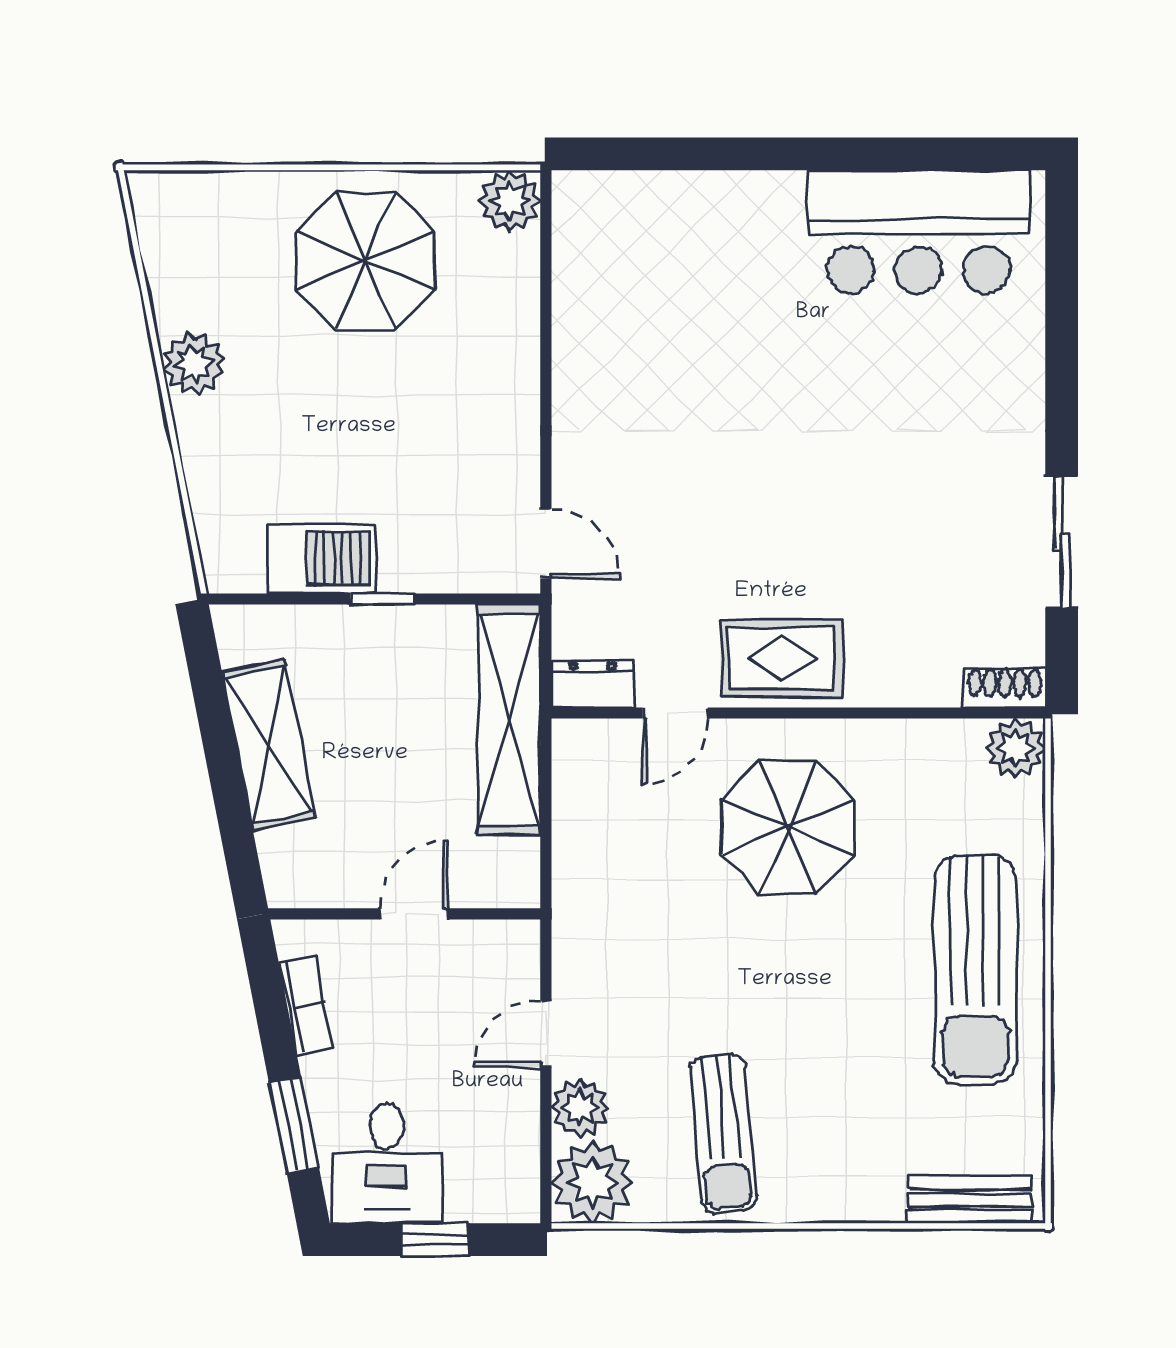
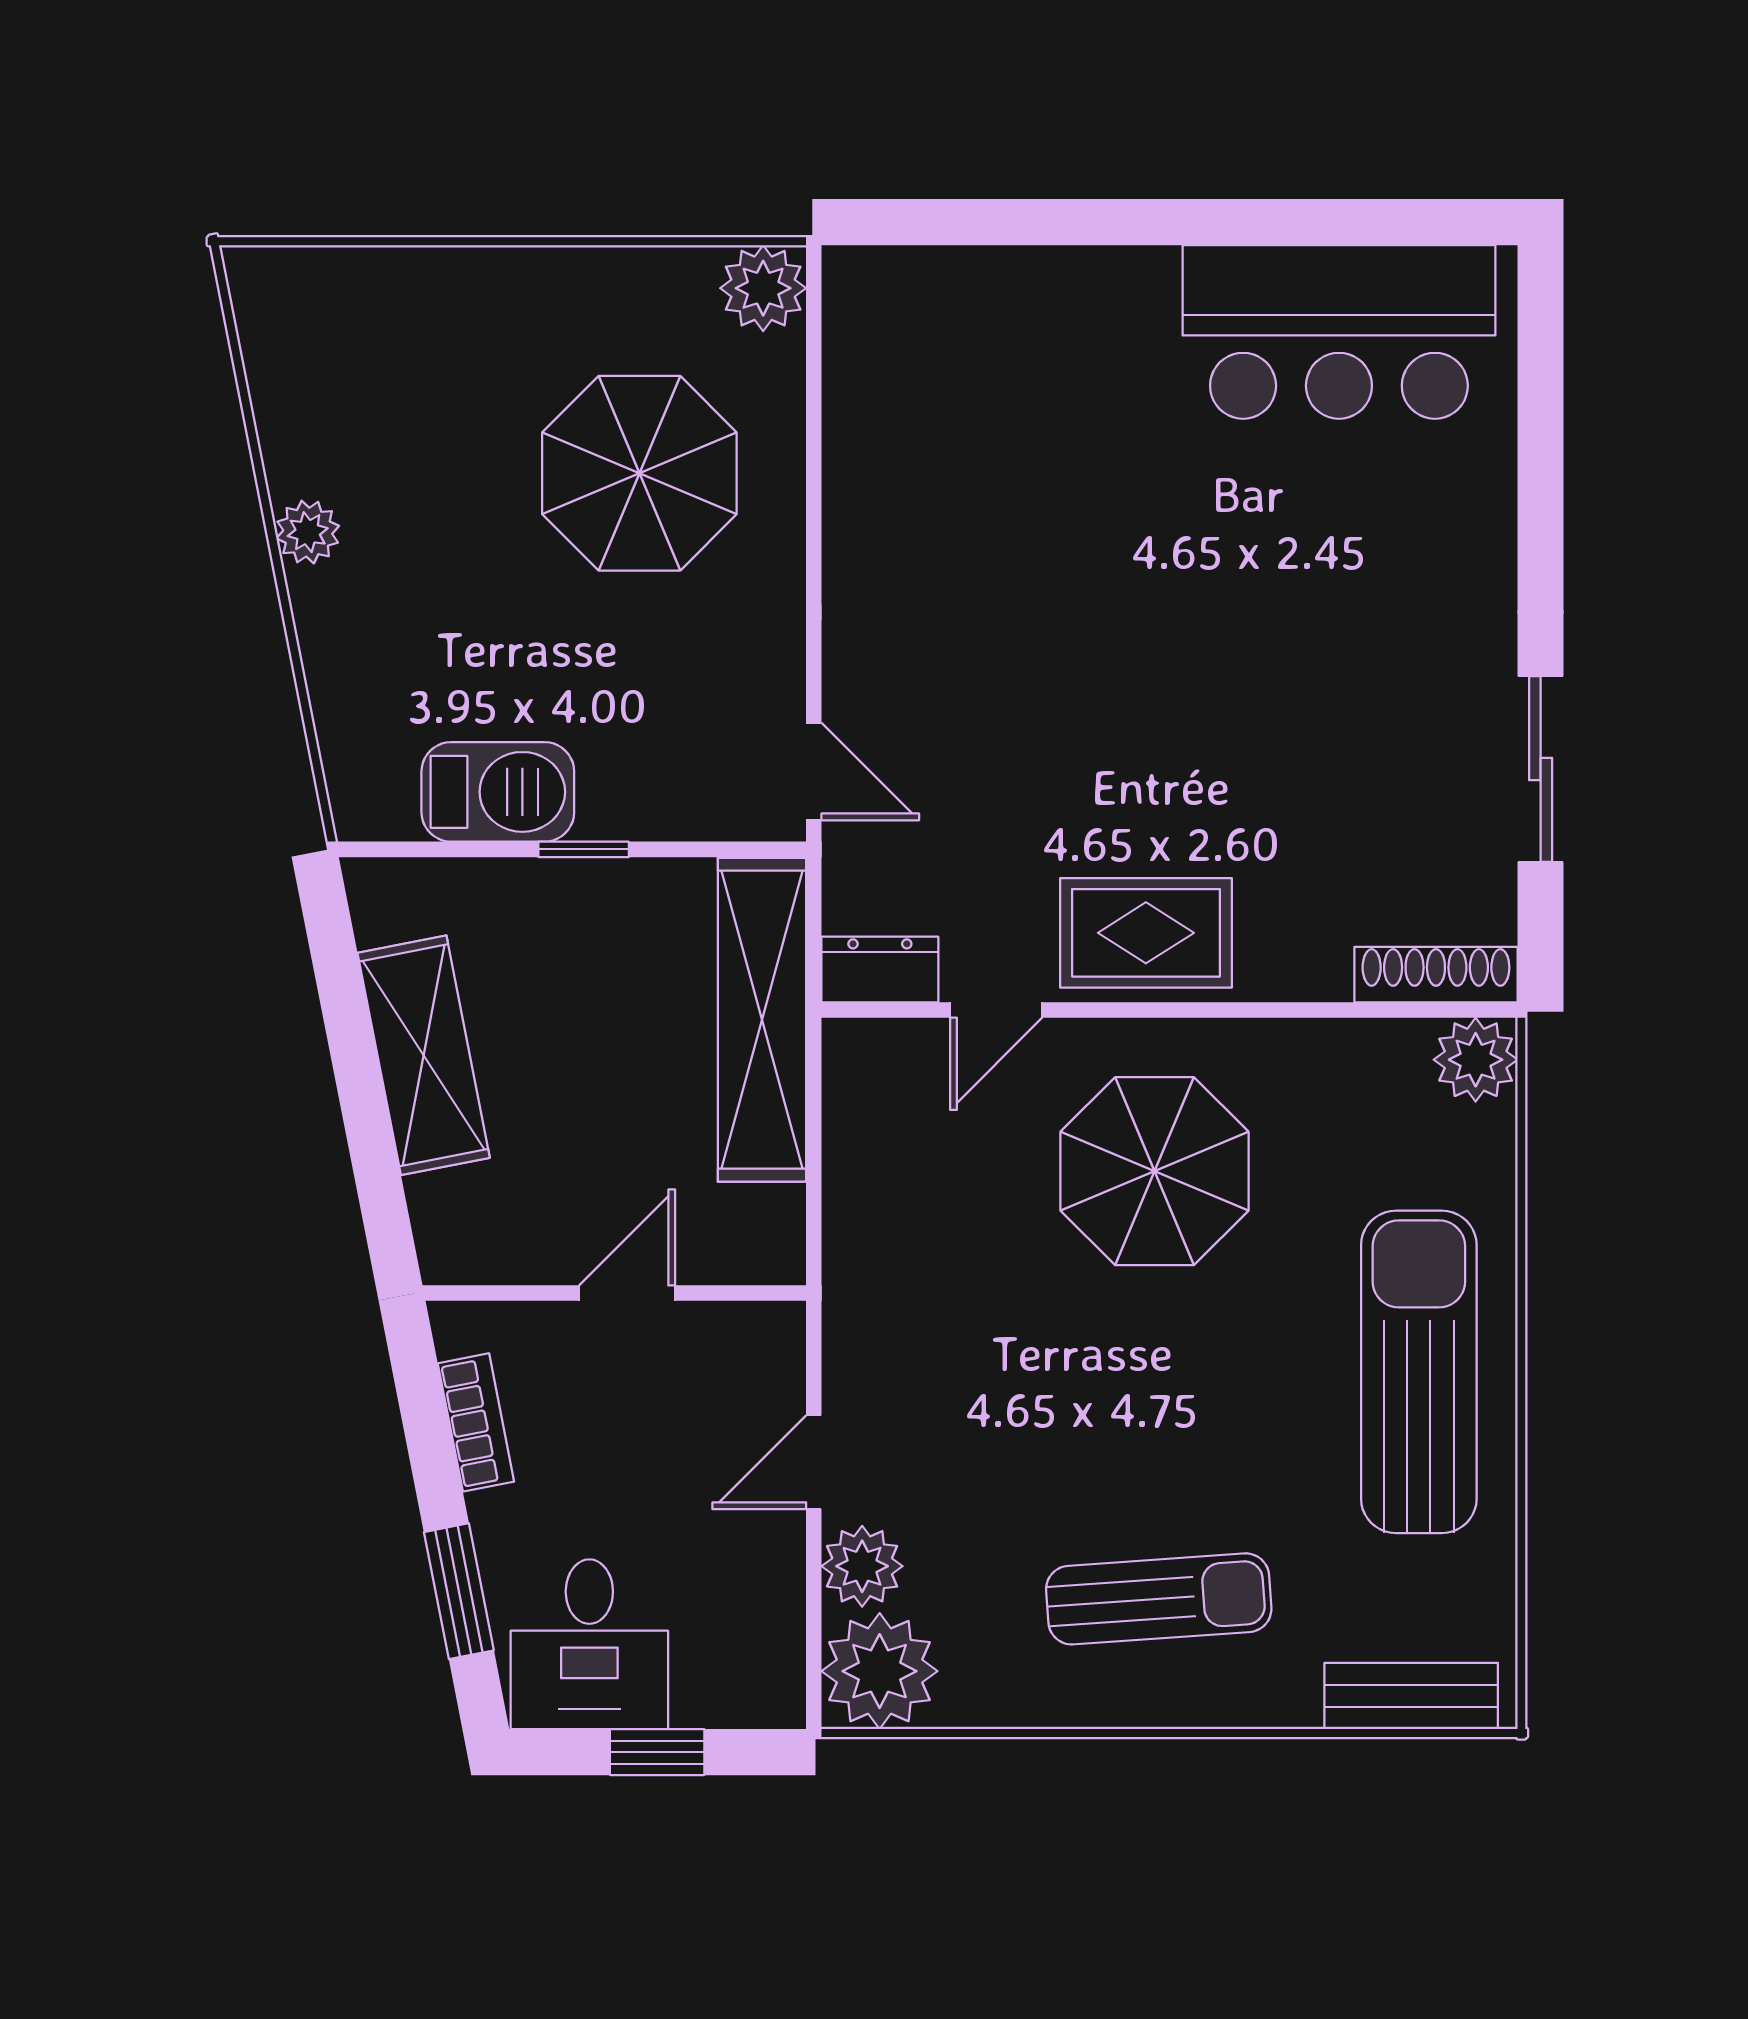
parasol: (365, 261) -> (639, 473), moved
plant: (193, 364) -> (308, 532), width x0.73, depth x0.73
shoe rack: (1005, 688) -> (1436, 975), width x1.43
sun lounger: (975, 970) -> (1419, 1372), turned 180
sun lounger: (723, 1133) -> (1159, 1599), moved, turned -89

